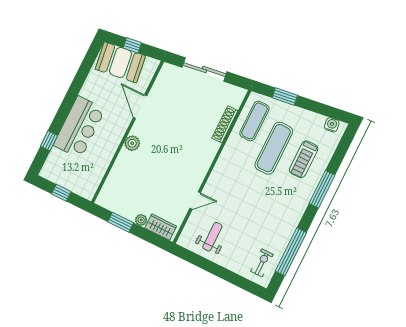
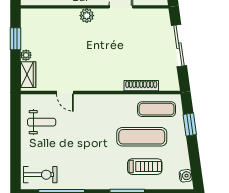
treadmill: (304, 159) -> (145, 167), turned 180
exercise bike: (262, 263) -> (40, 175), width x1.38, depth x1.39

